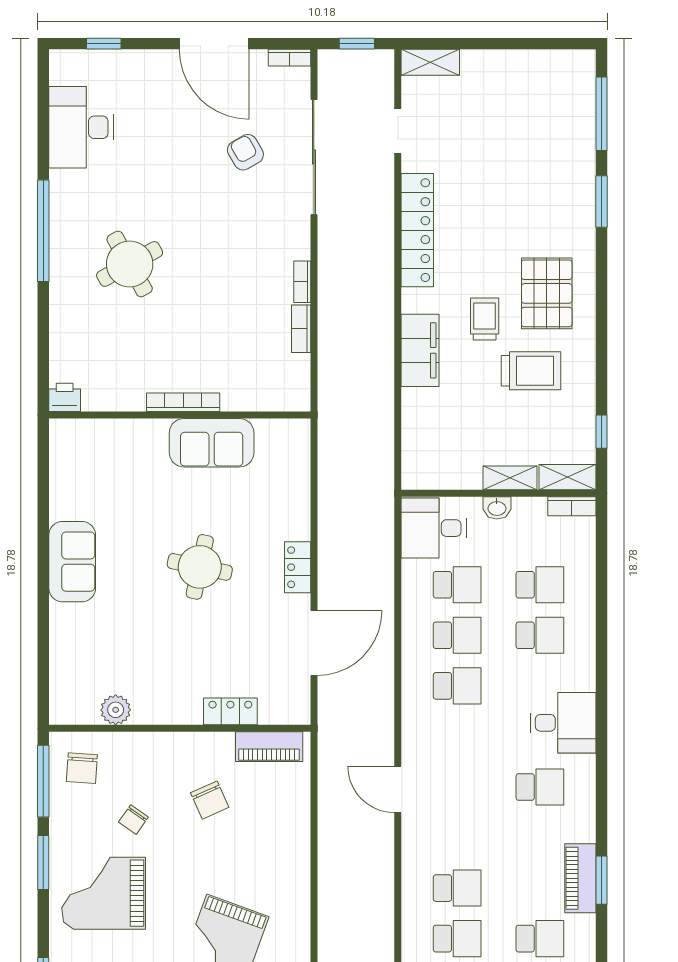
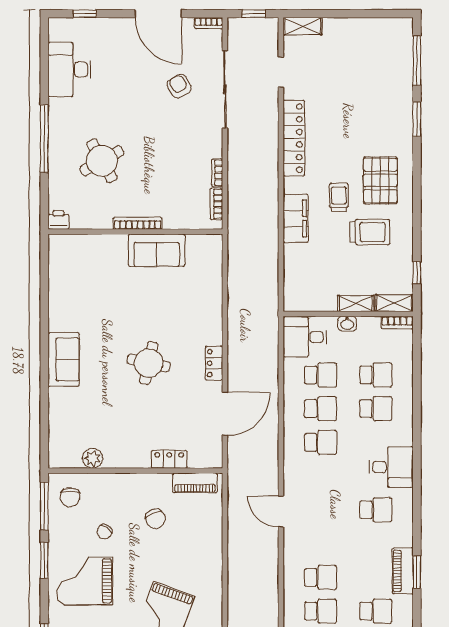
printer: (65, 397) -> (59, 220), moved
bookcase: (183, 402) -> (138, 223), moved
wall: (180, 415) -> (135, 232), moved
sofa: (212, 443) -> (157, 250), moved

